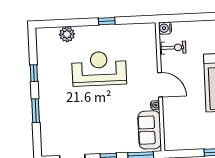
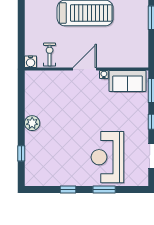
window: (107, 21) -> (21, 153), moved
plant: (67, 34) -> (32, 123), moved
reception desk: (99, 69) -> (107, 157), moved

